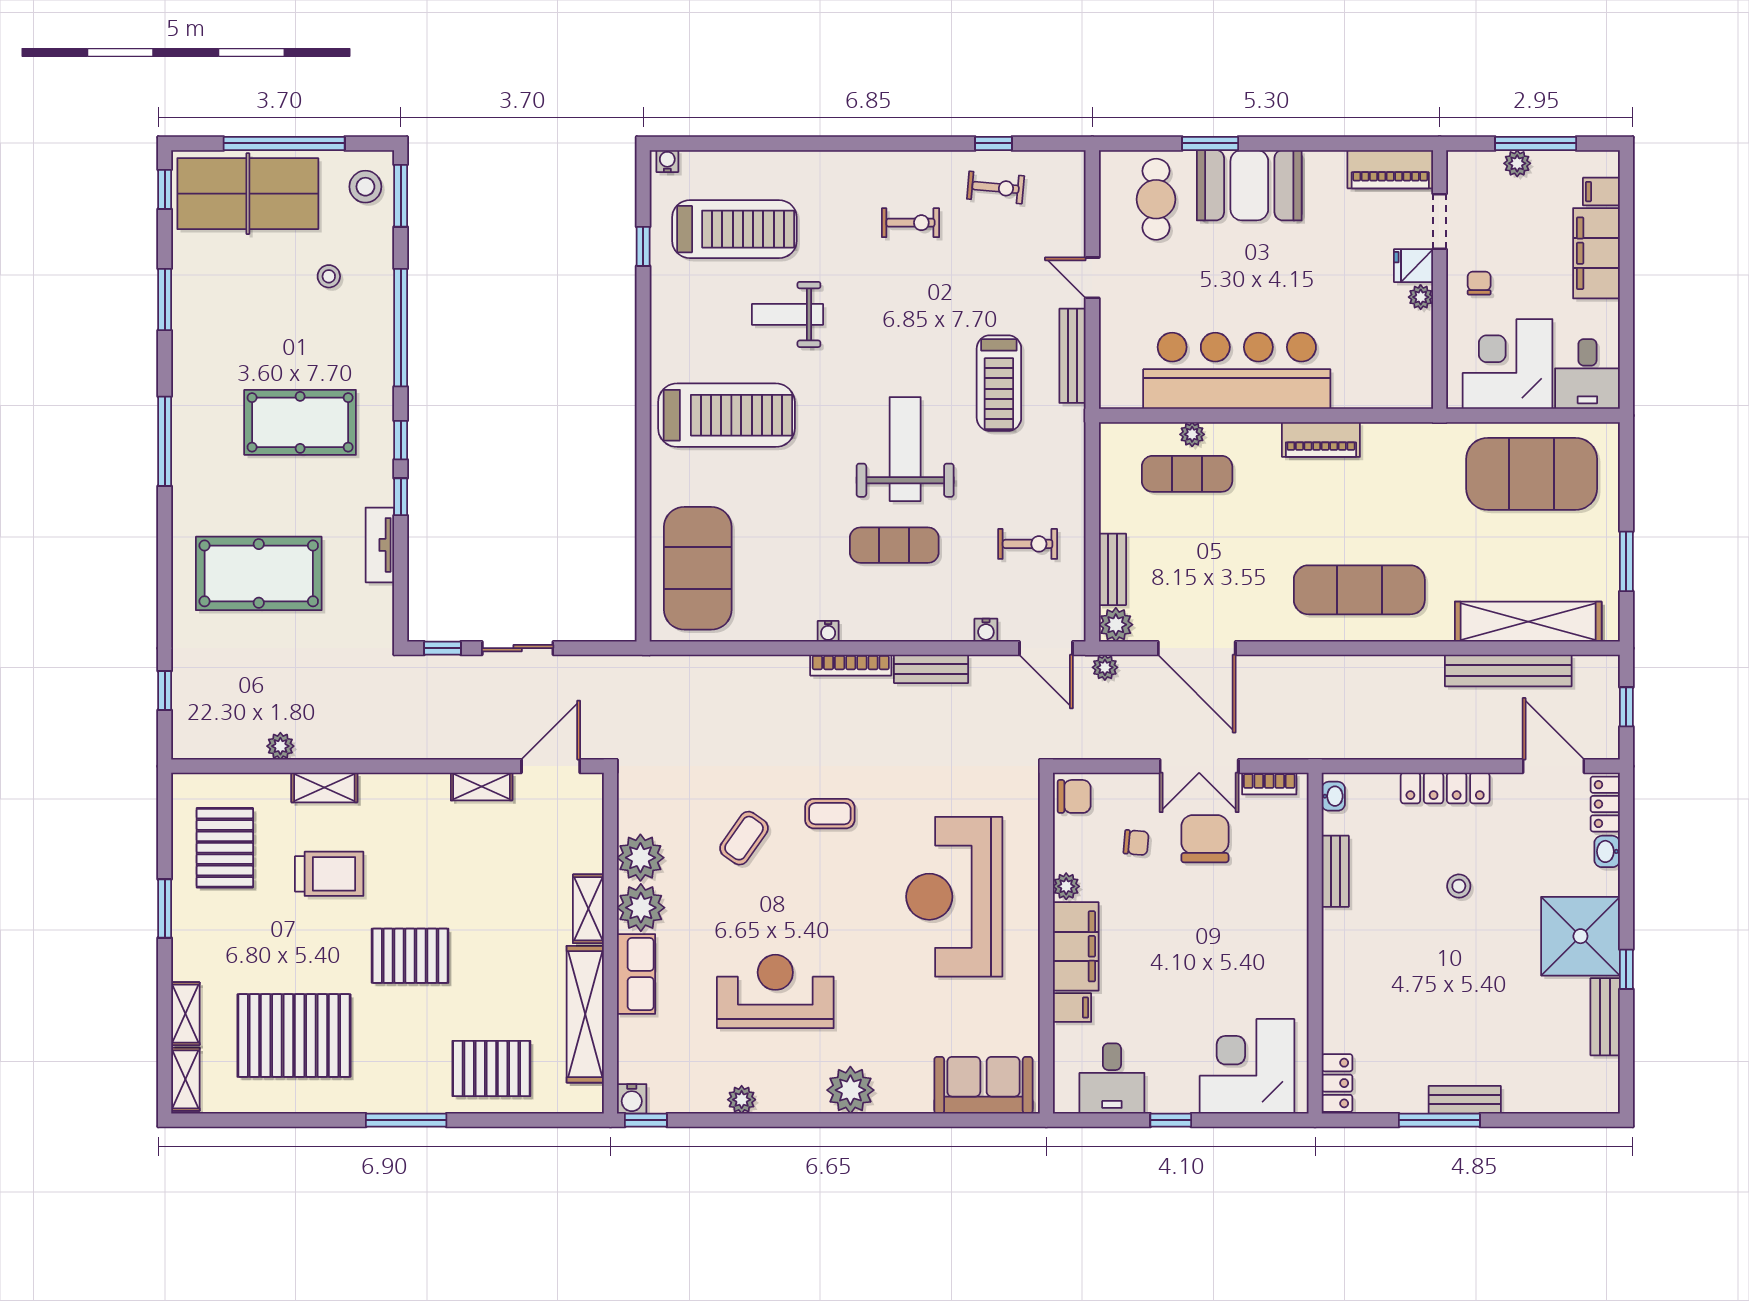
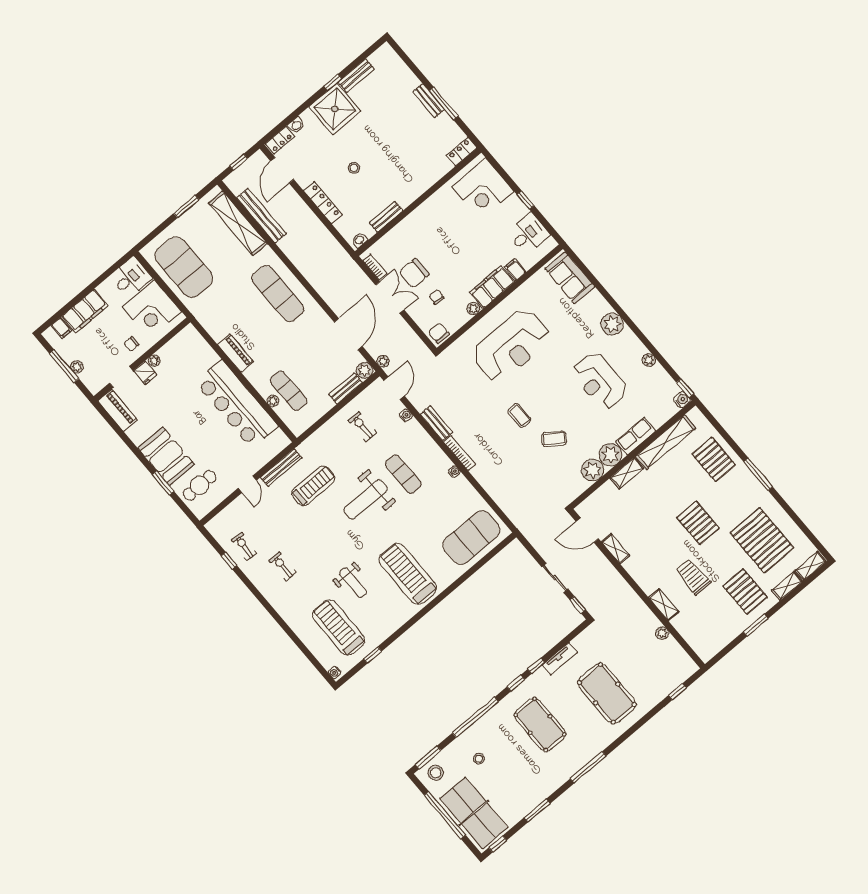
pallet: (225, 848) -> (745, 592), moved, turned 90

